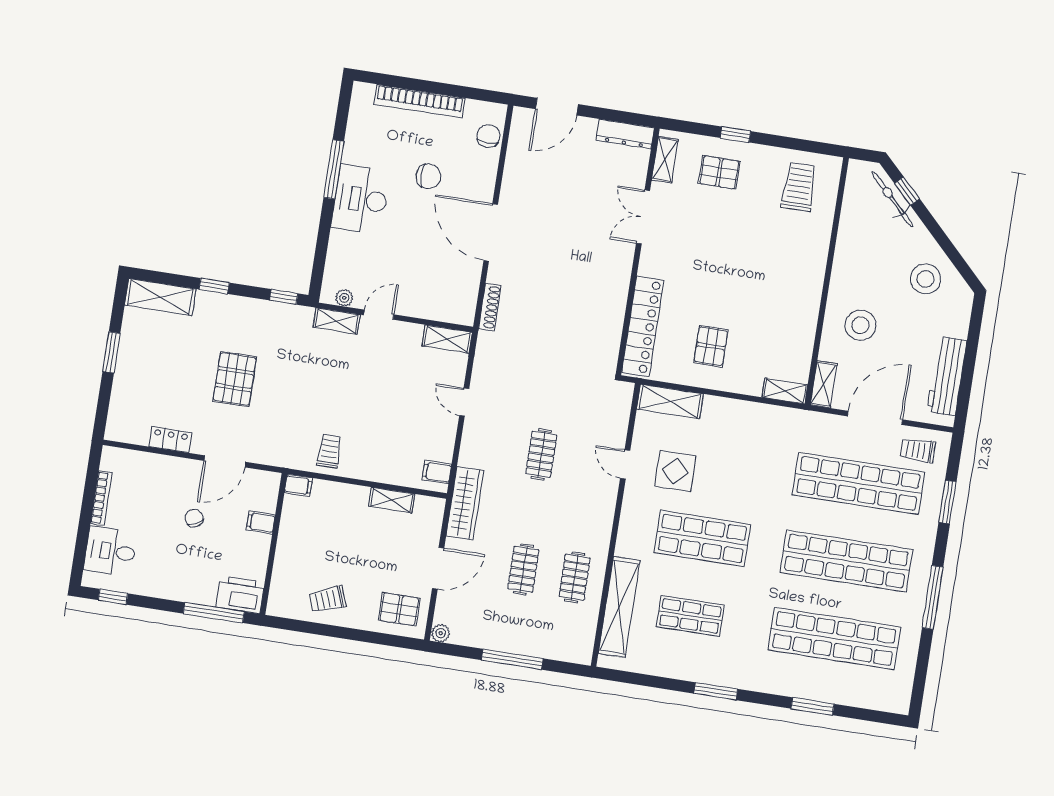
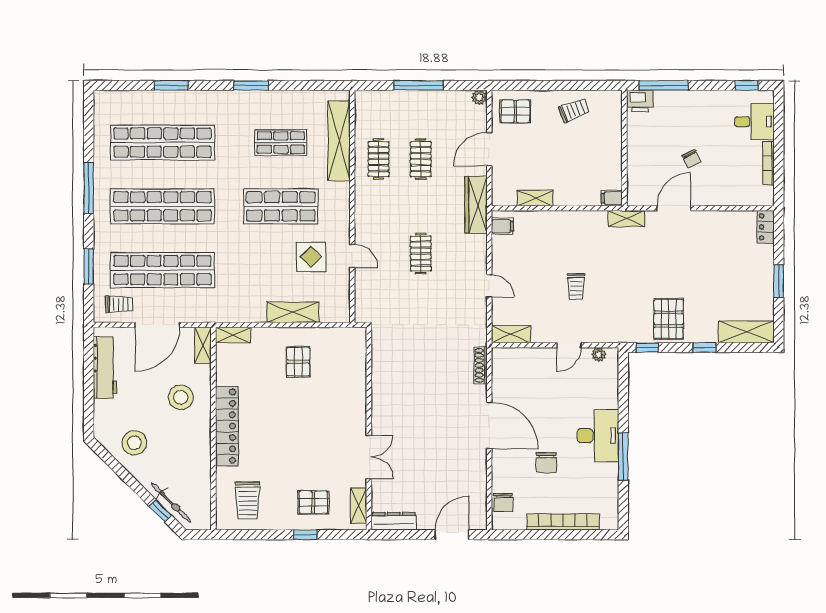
chair: (428, 176) -> (546, 463), turned -90
shelving: (337, 321) -> (627, 218), moved
locker: (643, 326) -> (227, 426), moved, turned 180
pallet: (235, 379) -> (669, 319), moved
shelving: (670, 401) -> (293, 312), moved
locker: (170, 440) -> (766, 227), moved, turned 90
trolley: (329, 451) -> (576, 287), moved
filing cabinet: (261, 522) -> (637, 164), removed
printer: (240, 595) -> (640, 101), width x0.73, depth x0.84

